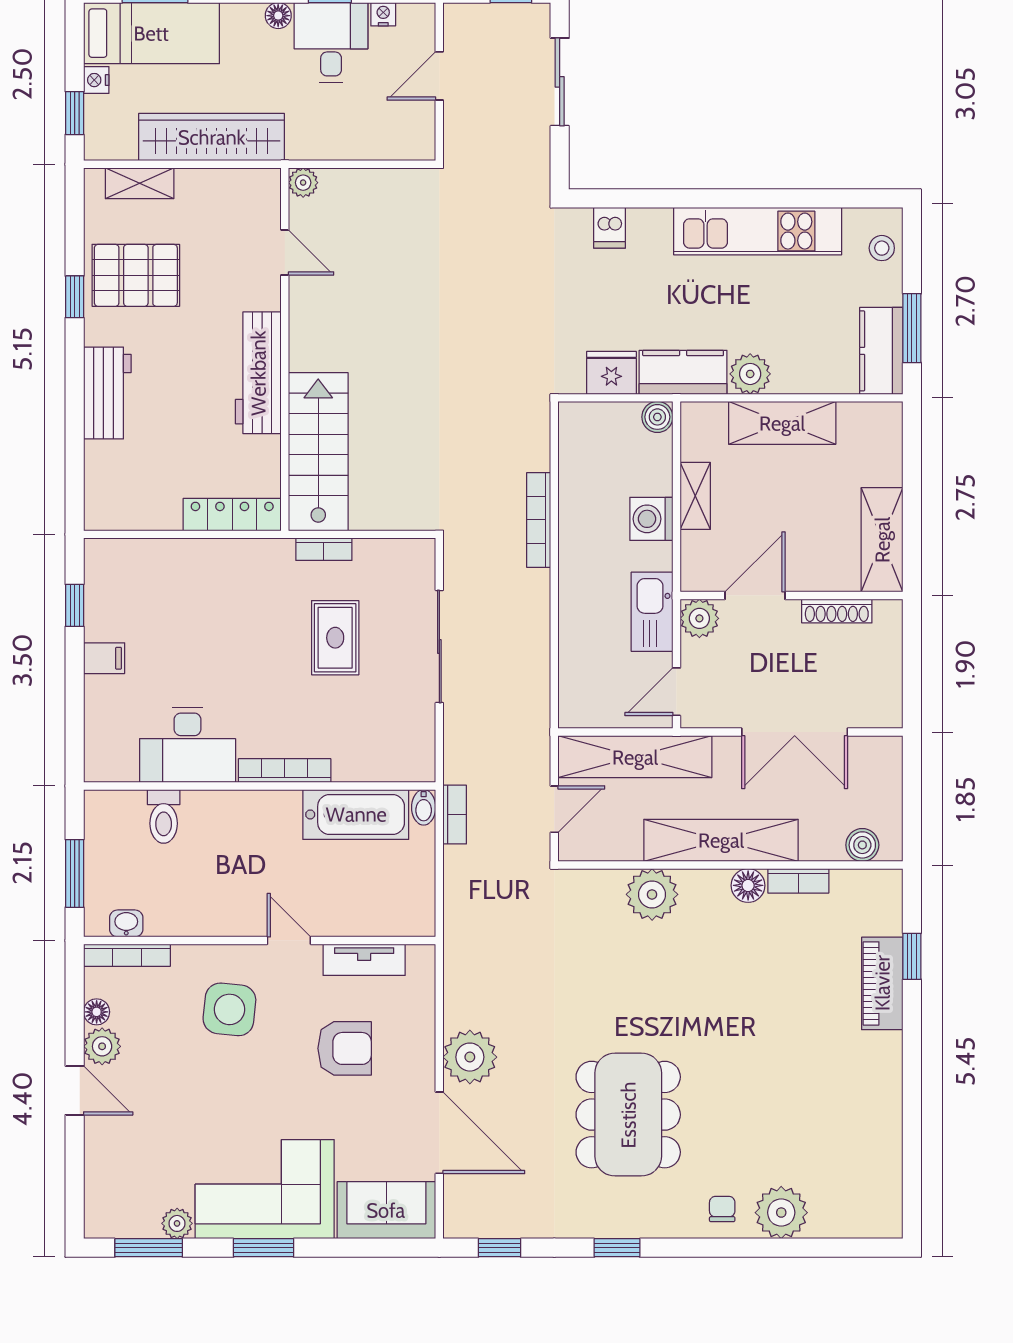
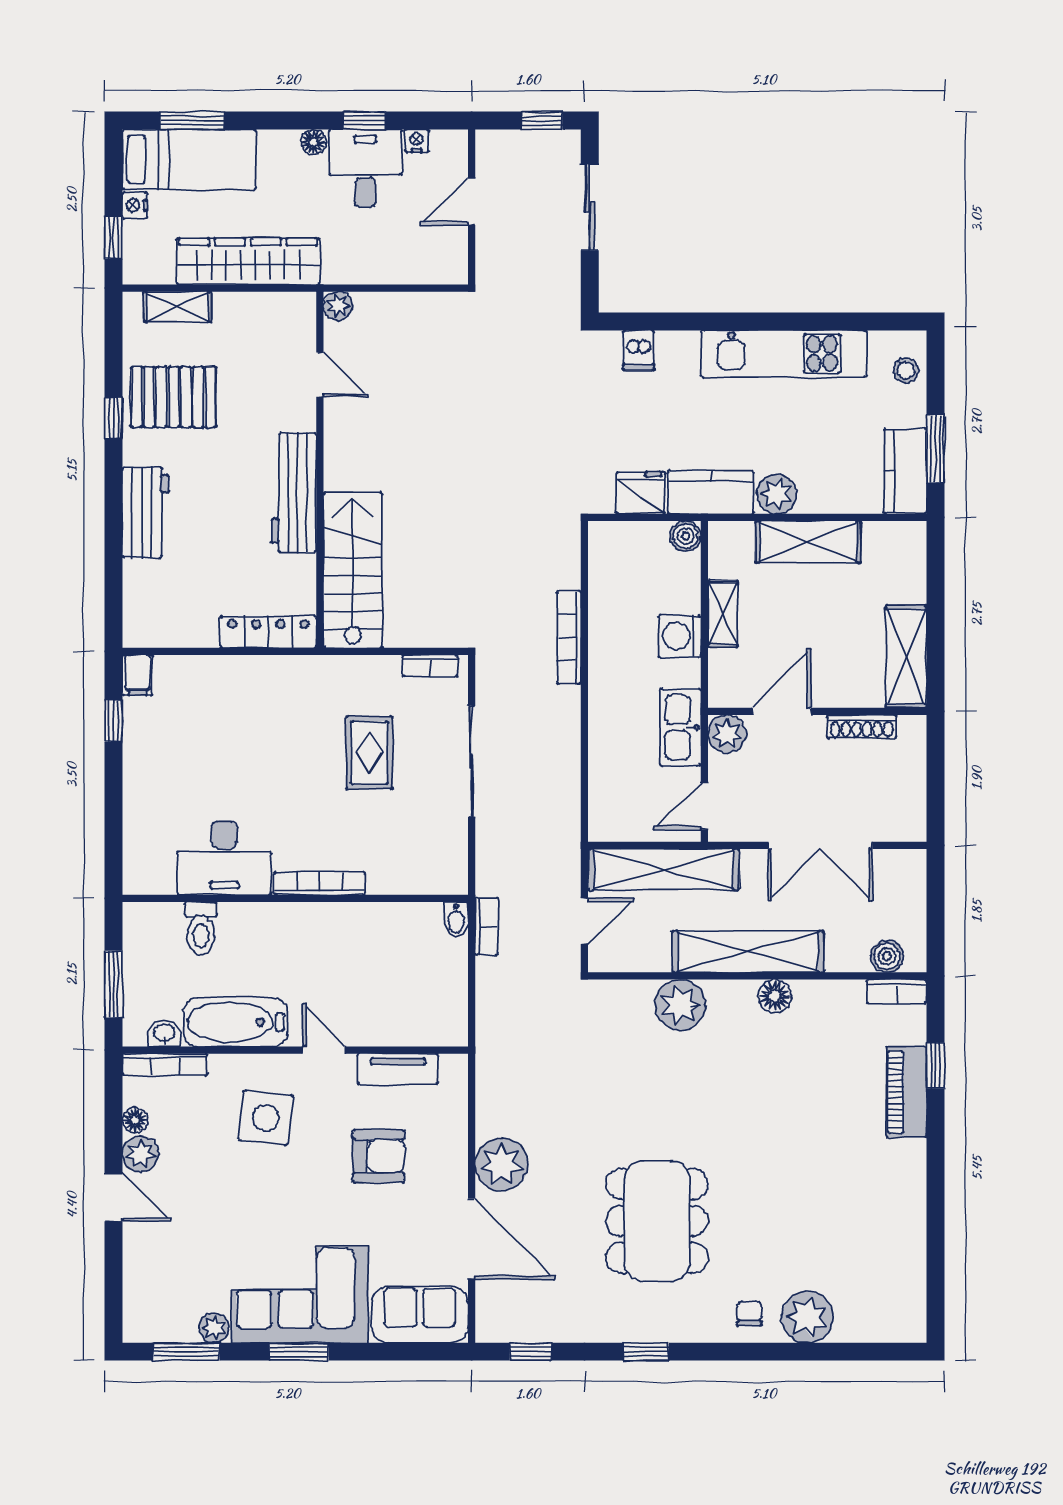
bookcase: (324, 549) -> (430, 666), moved
filing cabinet: (104, 658) -> (137, 675), moved, turned 90
bathtub: (356, 814) -> (235, 1022), moved, turned 180
bookcase: (798, 881) -> (897, 991), moved

